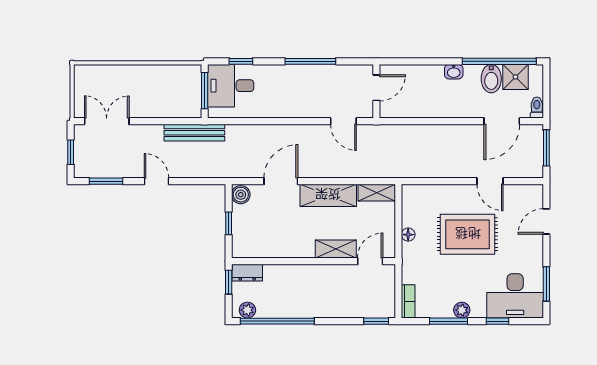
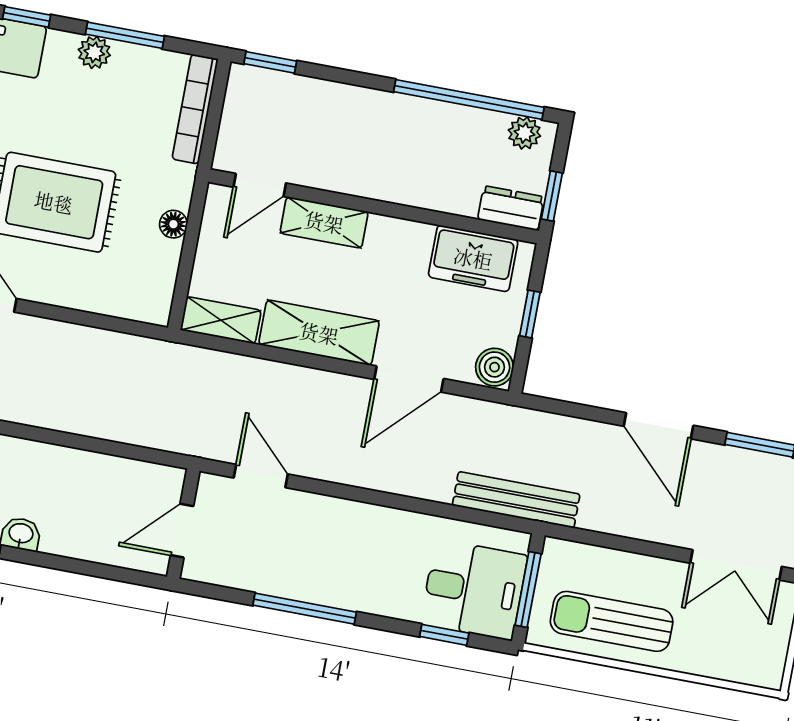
sun lounger: (161, 83) -> (612, 621), added
bench: (194, 133) -> (516, 500), moved
door: (156, 181) -> (659, 426), width x1.38
freezer: (261, 245) -> (473, 258), added
bookcase: (408, 301) -> (195, 109), width x1.56

